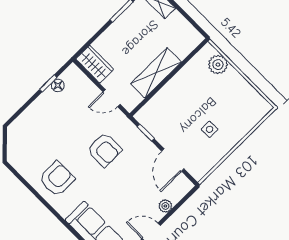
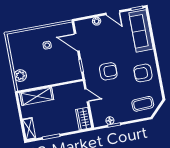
shelving: (156, 73) -> (37, 96), moved
coffee table: (29, 137) -> (143, 104), added
armchair: (104, 150) -> (108, 71), turned 90
door: (173, 160) -> (77, 42), swing flipped

